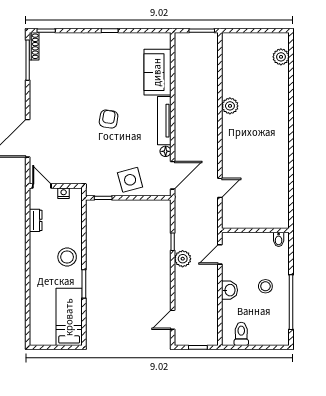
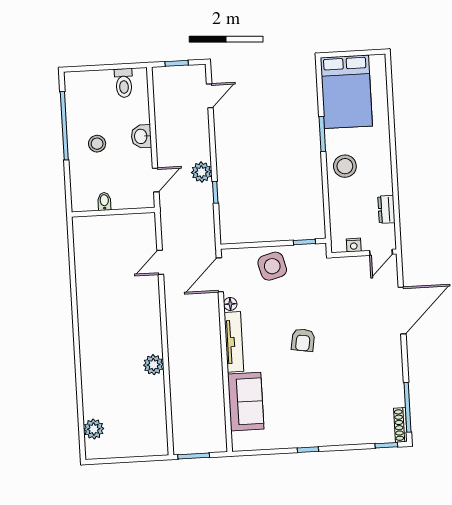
door: (42, 186) -> (381, 252), hinge flipped
bidet: (279, 239) -> (104, 201), moved
bed: (69, 317) -> (346, 92), width x1.50

